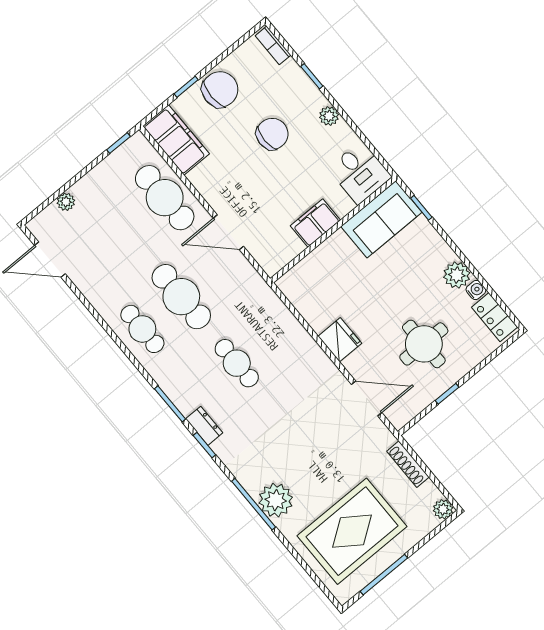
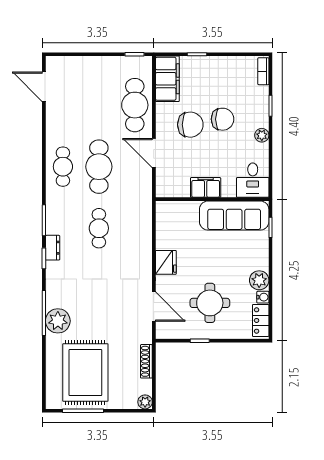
chair: (220, 89) -> (190, 125), moved
plant: (66, 202) -> (79, 62), removed
sofa: (381, 219) -> (234, 216), width x1.36
rug: (352, 531) -> (85, 373), turned 90

